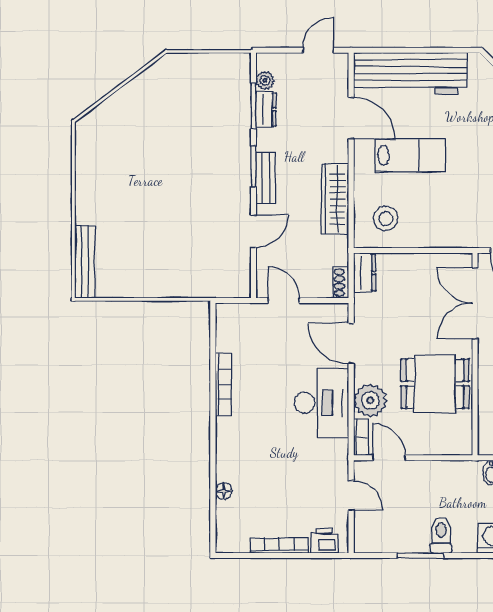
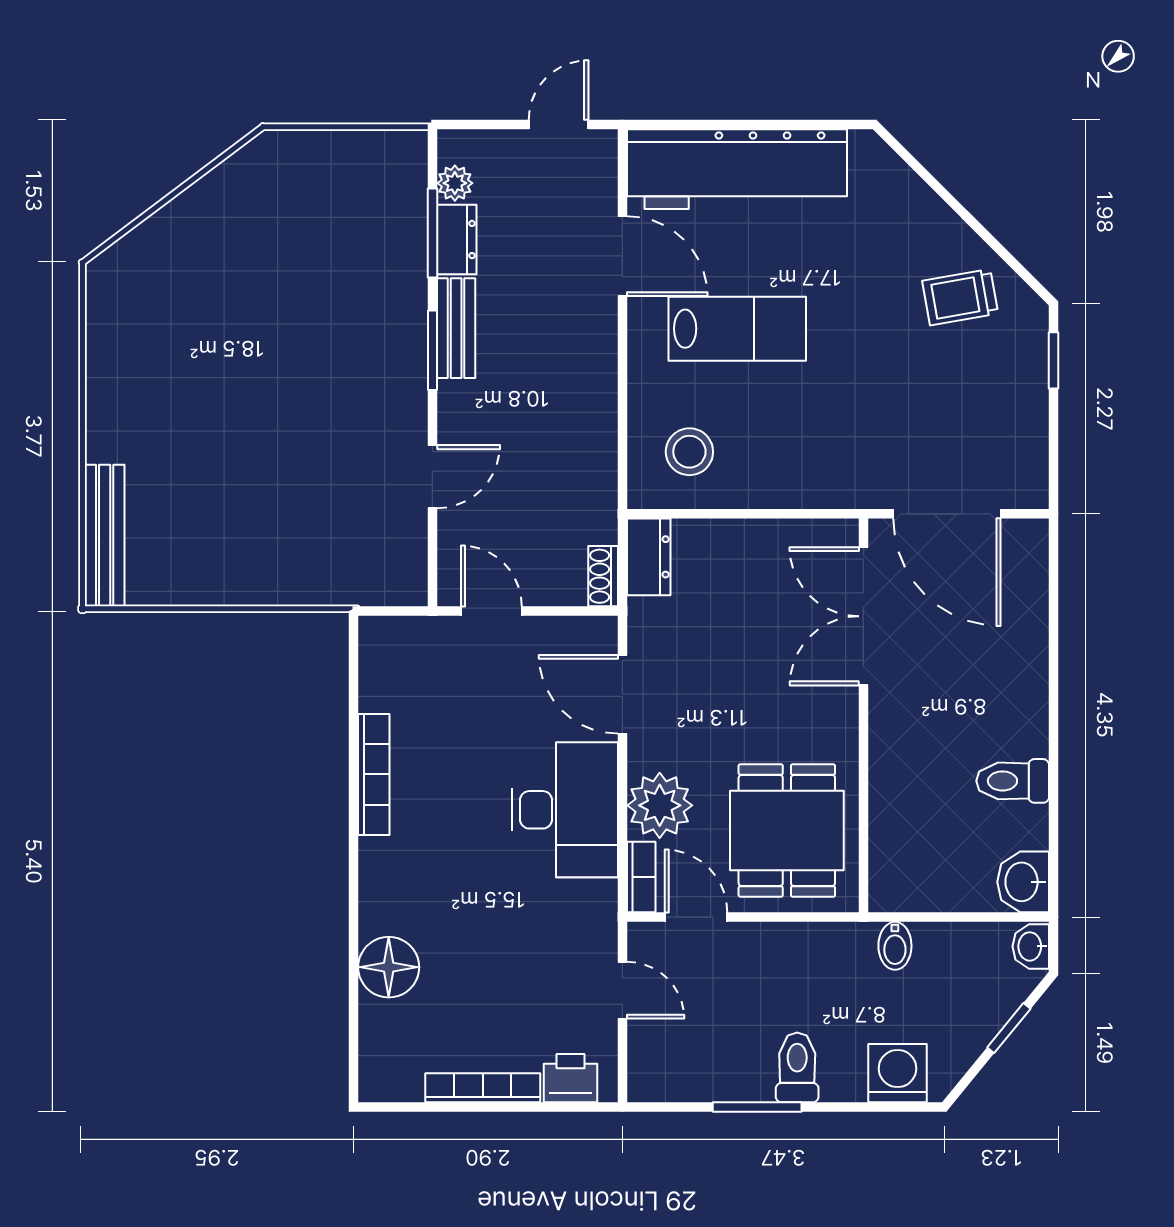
bench: (266, 178) -> (456, 328), moved
wardrobe: (335, 199) -> (591, 414), removed
dining table: (435, 384) -> (787, 830), moved, turned 90
floor lamp: (224, 491) -> (389, 967), width x1.89, depth x1.89

